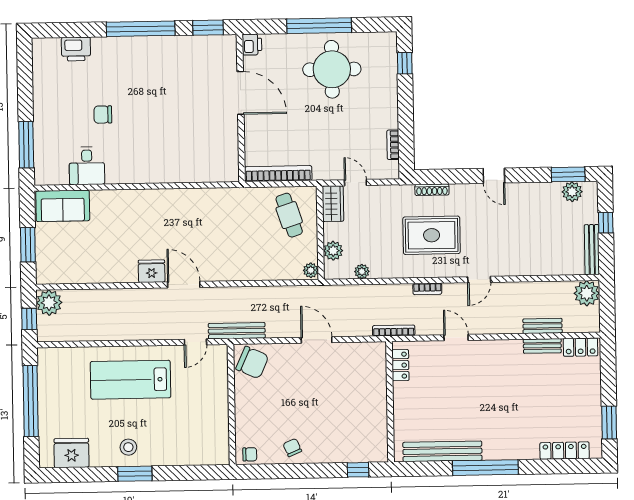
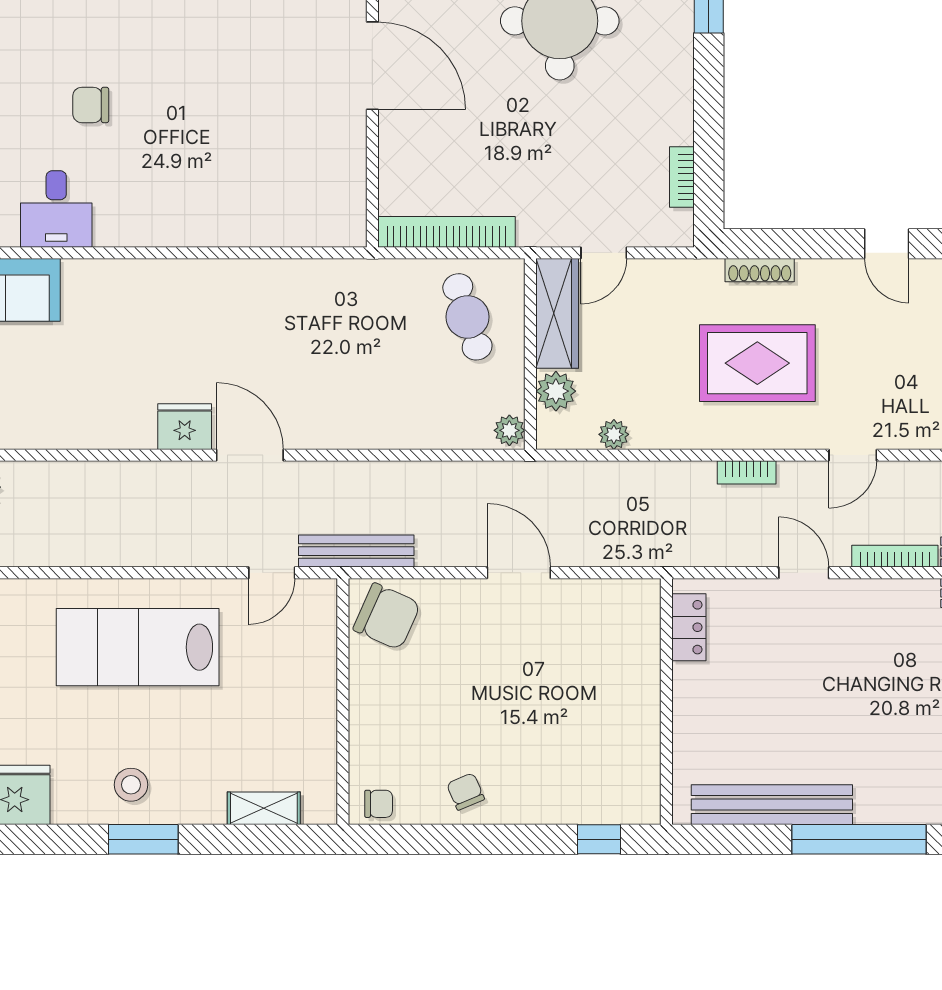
door: (355, 183) -> (604, 253), swing flipped
wardrobe: (333, 204) -> (557, 313), width x1.50
bookcase: (394, 331) -> (895, 556), moved
shelving: (194, 457) -> (264, 808), added

